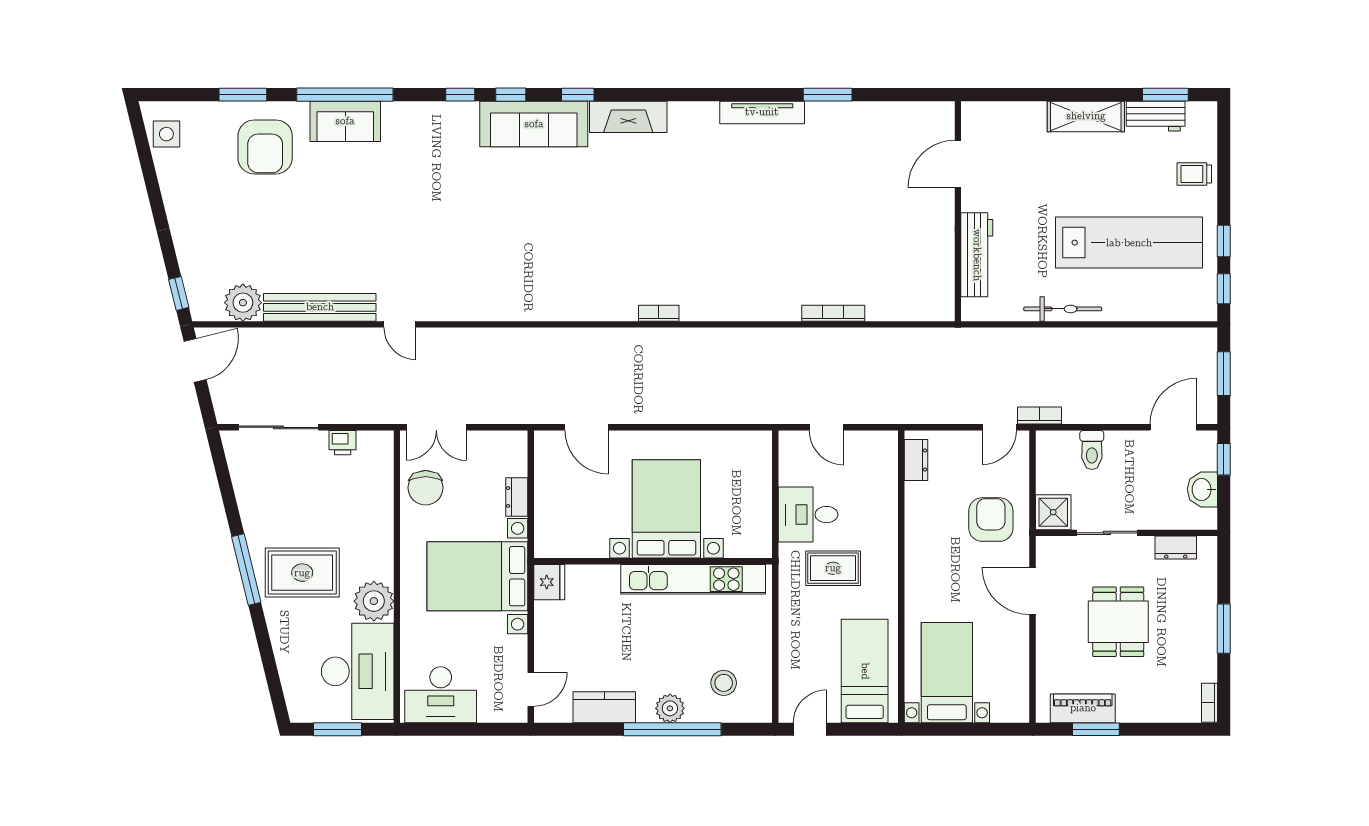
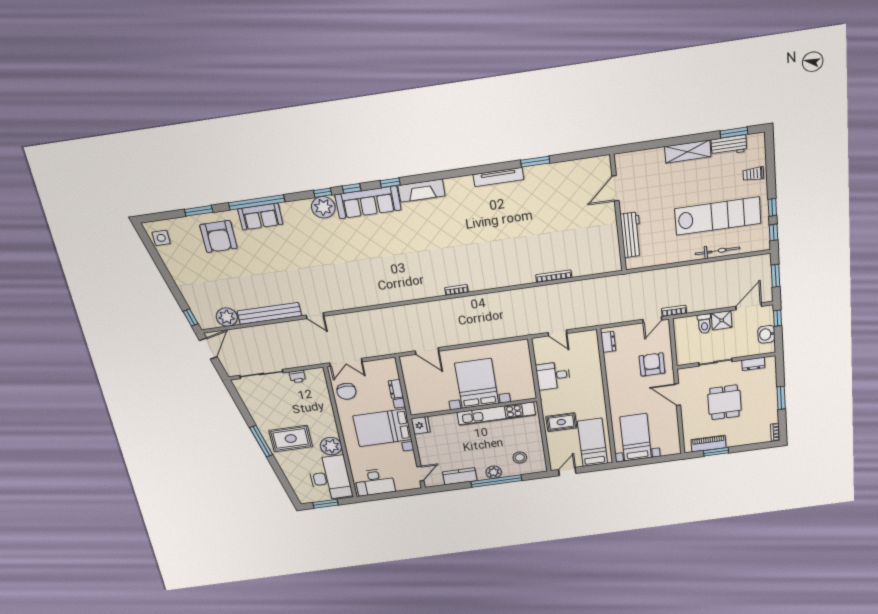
plant: (456, 121) -> (323, 207), added
bicycle: (1063, 309) -> (717, 251), moved
shower: (1053, 512) -> (722, 320), moved
rug: (833, 568) -> (561, 422), moved

